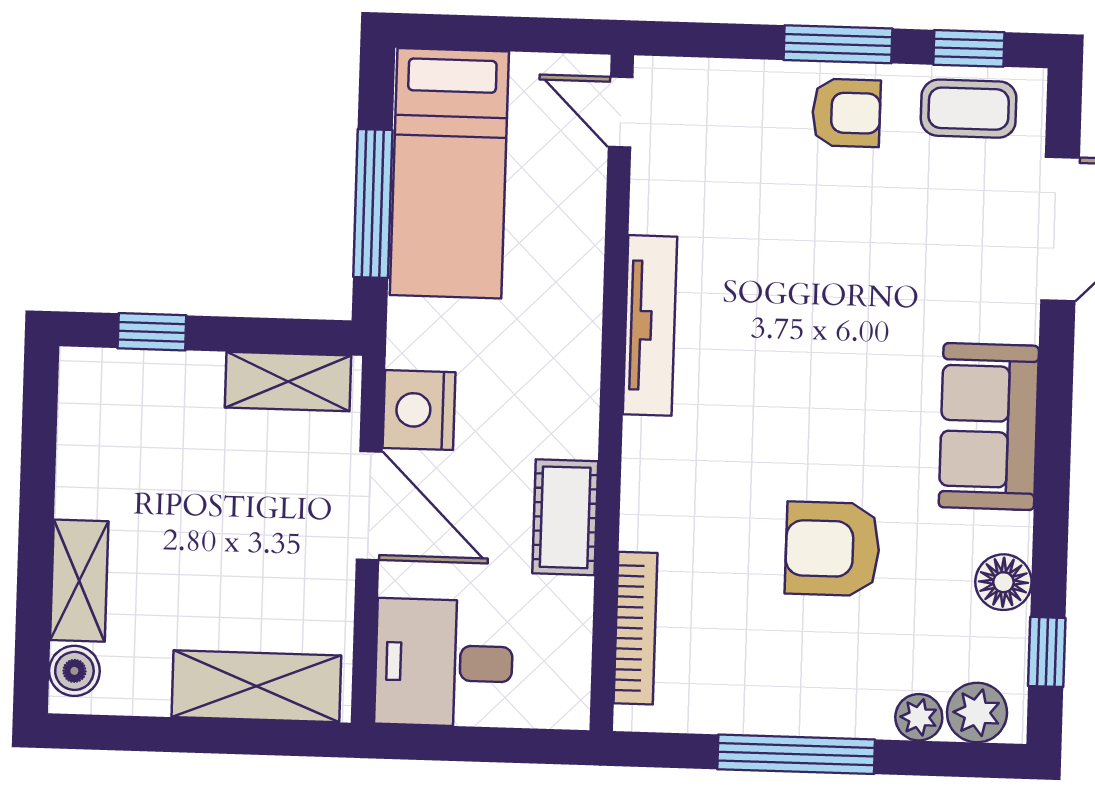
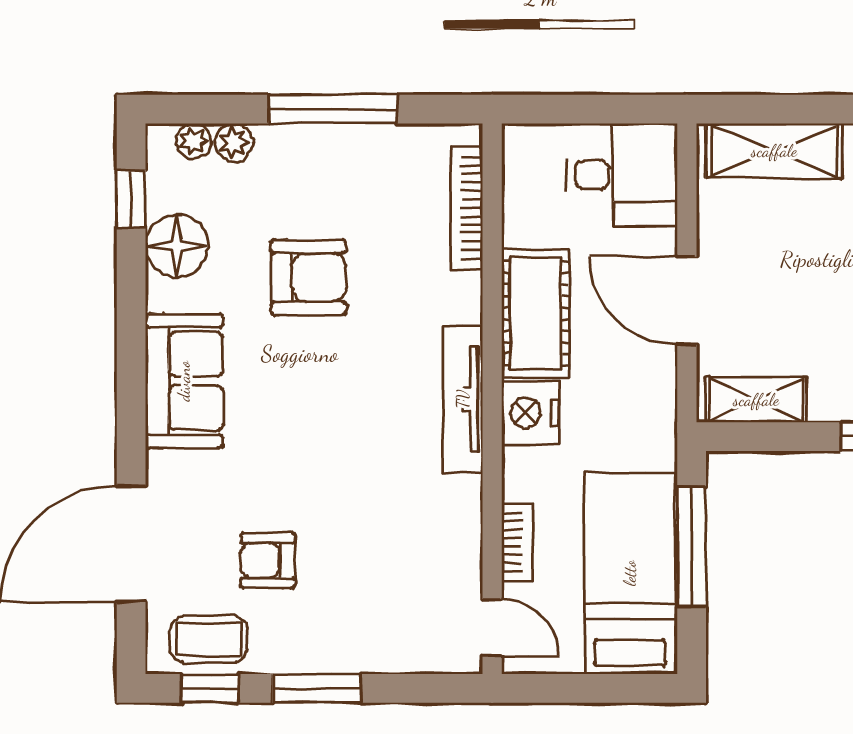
armchair: (846, 113) -> (268, 560), moved
bookcase: (587, 216) -> (517, 542), added
tv unit: (650, 325) -> (463, 399), moved
nightstand: (419, 410) -> (530, 413), moved, turned 180
cot: (565, 517) -> (536, 313), width x1.37, depth x1.34
floor lamp: (1003, 582) -> (177, 246), width x1.38, depth x1.38
plant: (977, 713) -> (193, 141), width x0.73, depth x0.73

